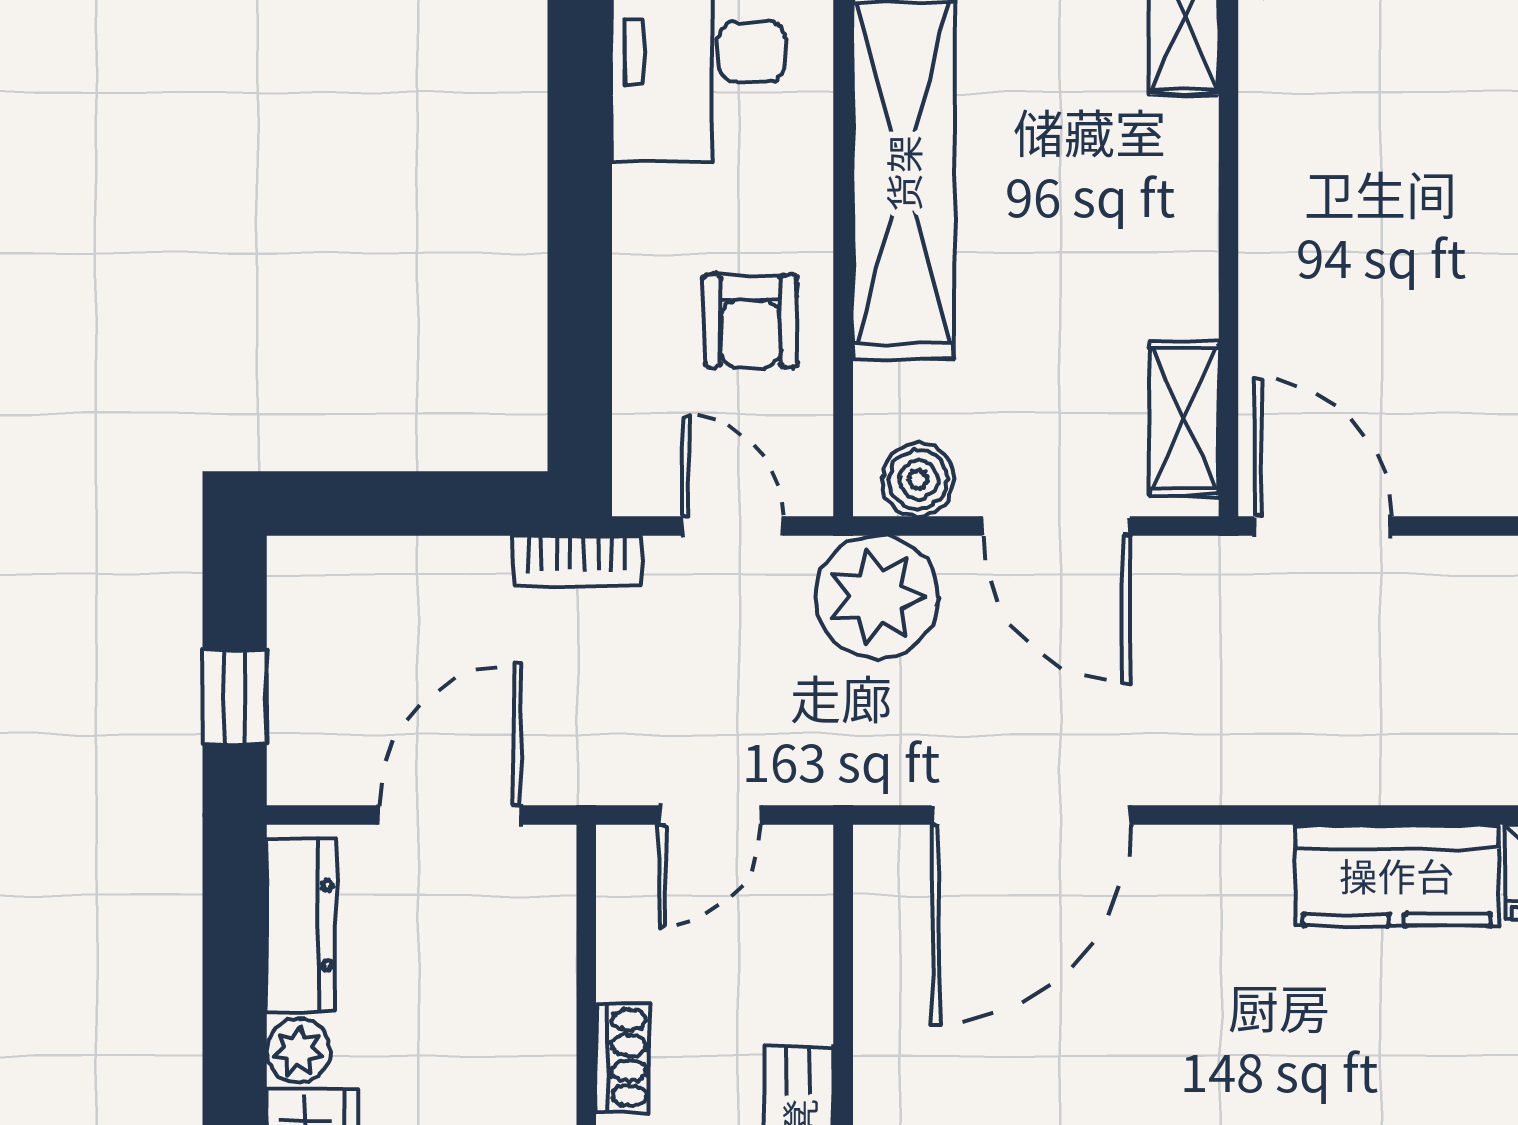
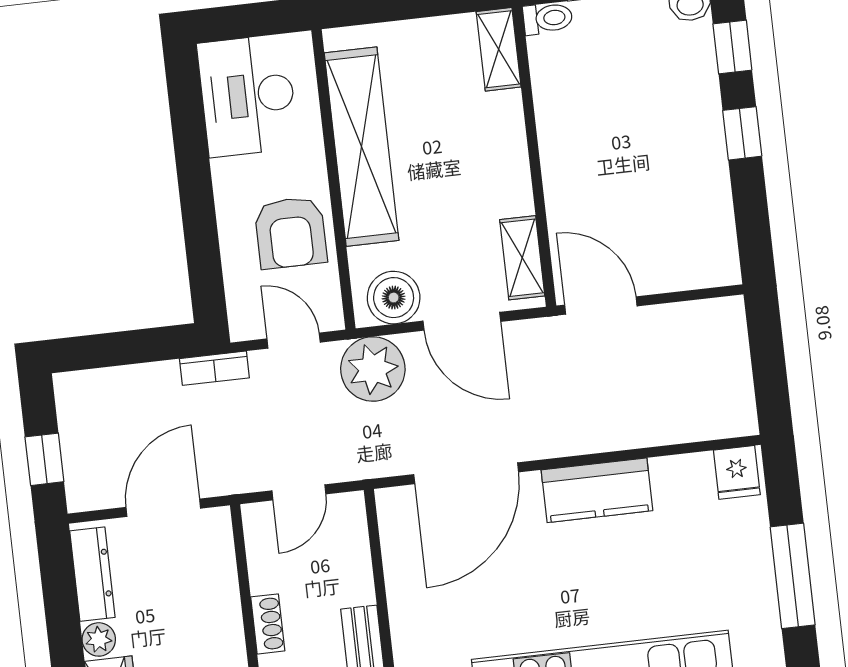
armchair: (750, 321) -> (291, 233), width x1.38, depth x1.38
boiler: (918, 480) -> (394, 298), width x1.36, depth x1.36
kitchen counter: (1397, 875) -> (597, 490), moved

